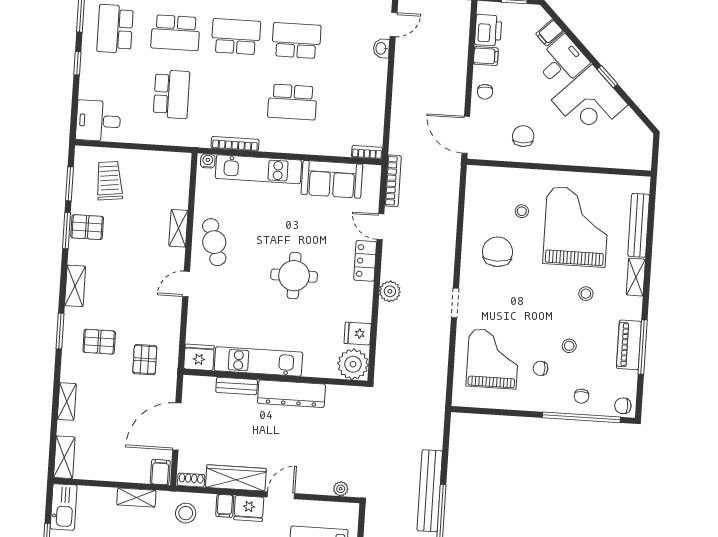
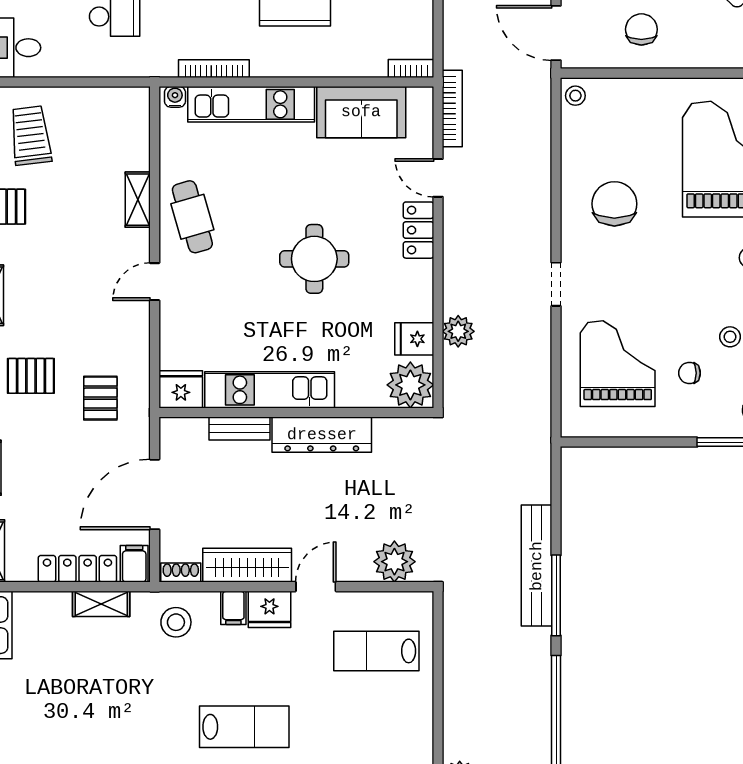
stool: (522, 211) -> (575, 96), moved
plant: (390, 291) -> (458, 331), moved
locker: (122, 473) -> (77, 569), added
plant: (341, 489) -> (394, 562), width x1.87, depth x1.87

